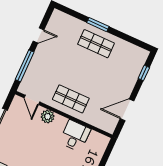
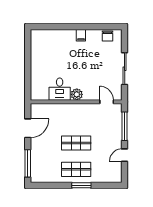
window: (144, 73) -> (28, 163), width x2.17
shop shelf: (71, 99) -> (76, 143), moved
plant: (48, 116) -> (77, 94), moved

